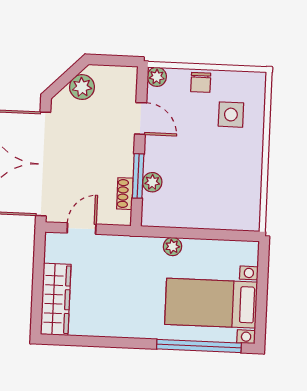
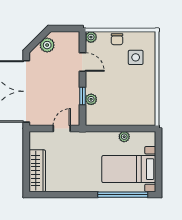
window: (138, 176) -> (82, 96), width x0.67
shoe rack: (125, 194) -> (75, 107), removed
door: (82, 229) -> (62, 128), moved
plant: (173, 246) -> (124, 137), moved

